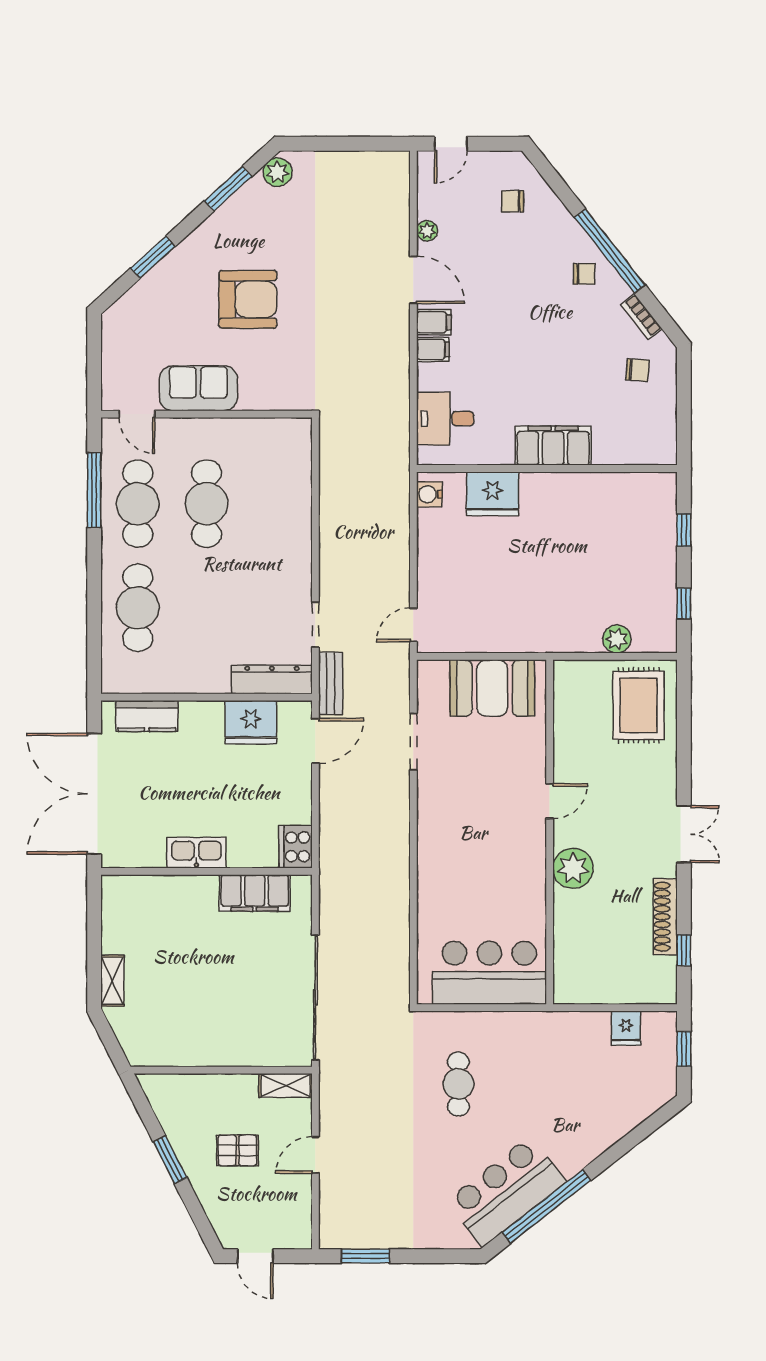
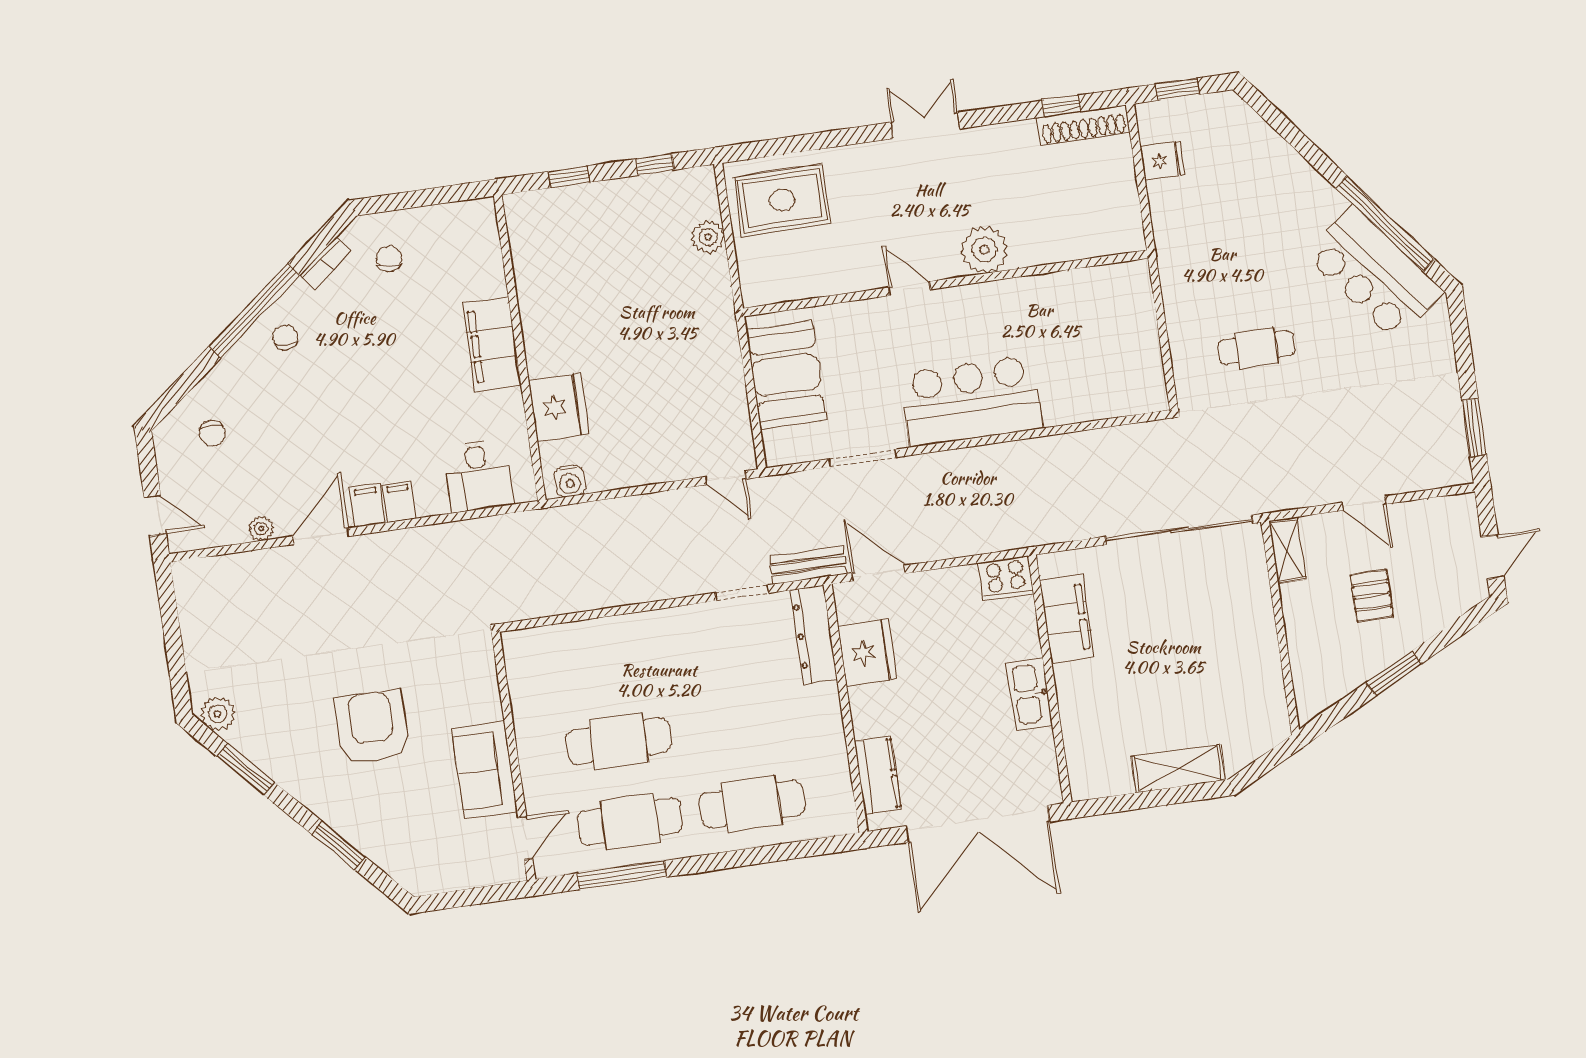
shoe rack: (665, 917) -> (1083, 125), moved
bar counter: (489, 973) -> (971, 401), moved, turned 90
shelving: (112, 981) -> (1178, 769), width x1.50, depth x1.33

